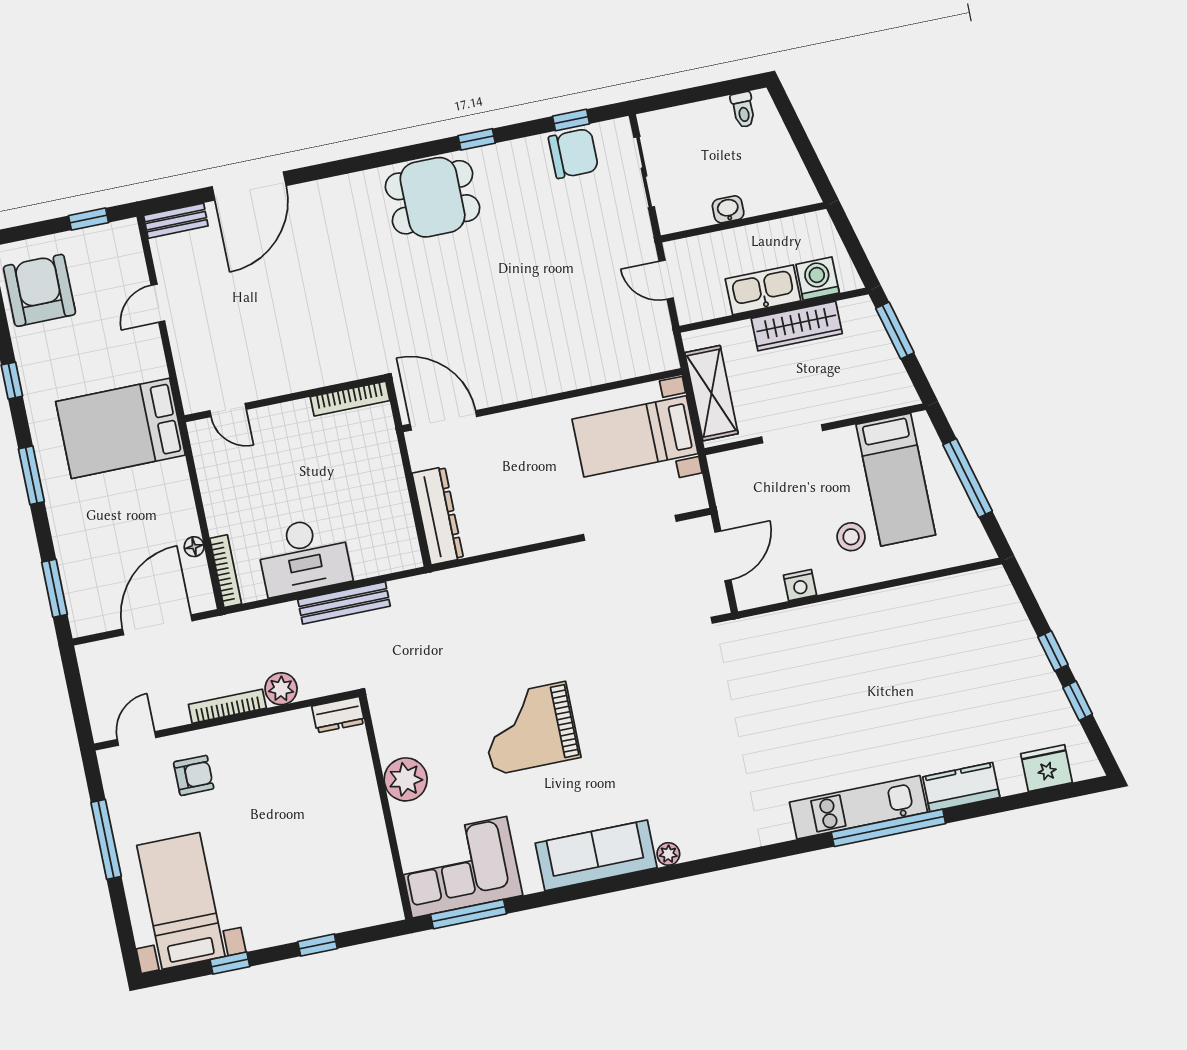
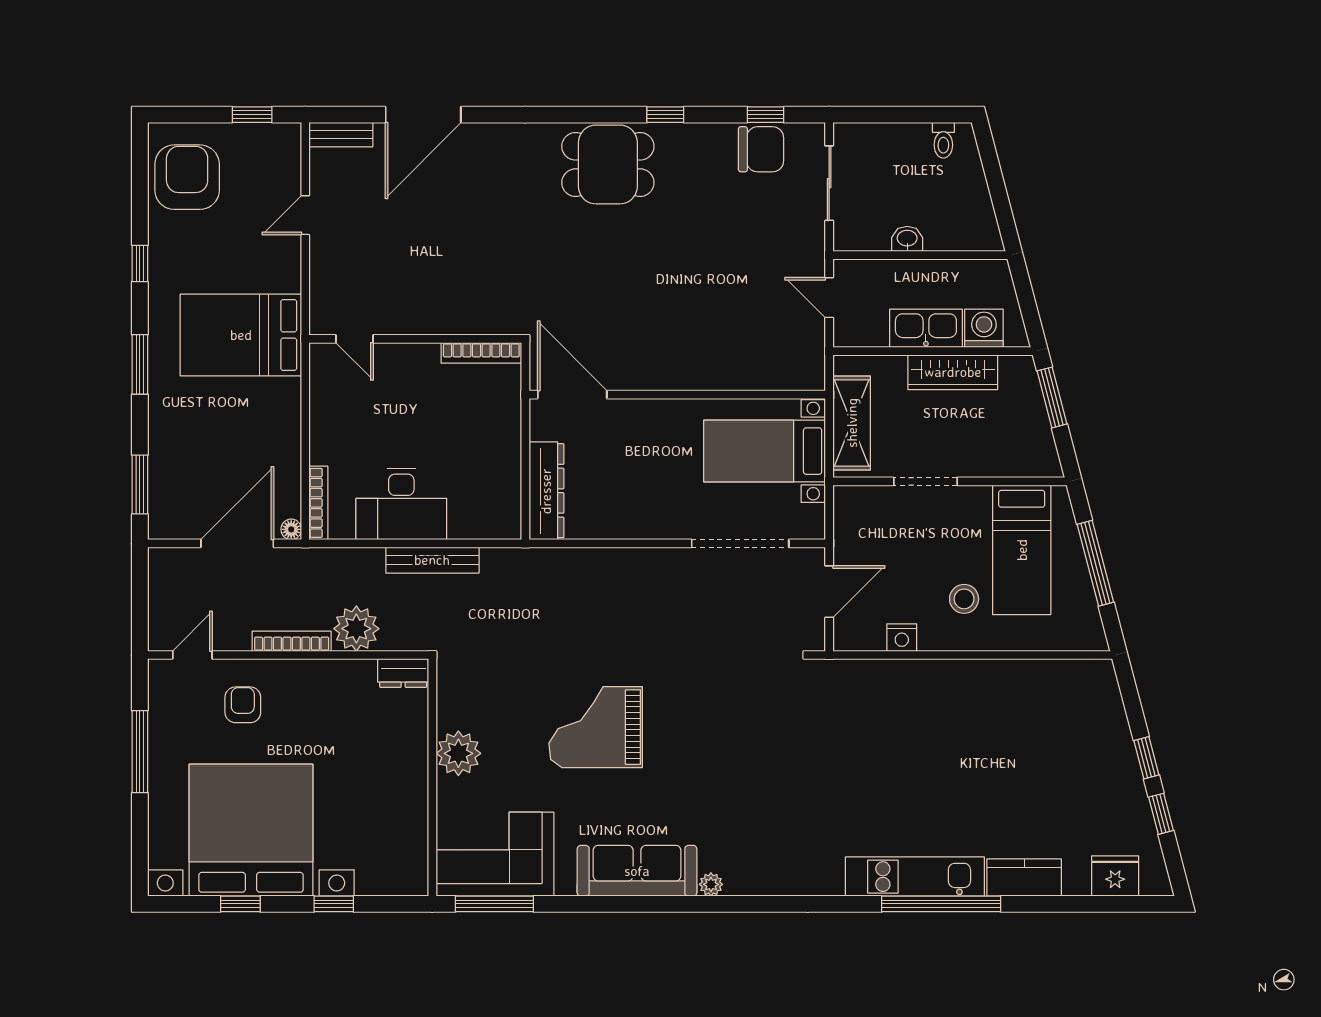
floor lamp: (194, 547) -> (291, 529), moved
plant: (281, 689) -> (356, 629), width x1.36, depth x1.36
armchair: (194, 775) -> (243, 705), turned -90
bed with nightstands: (181, 901) -> (251, 830), width x1.85

